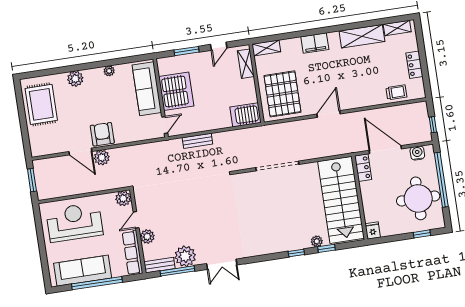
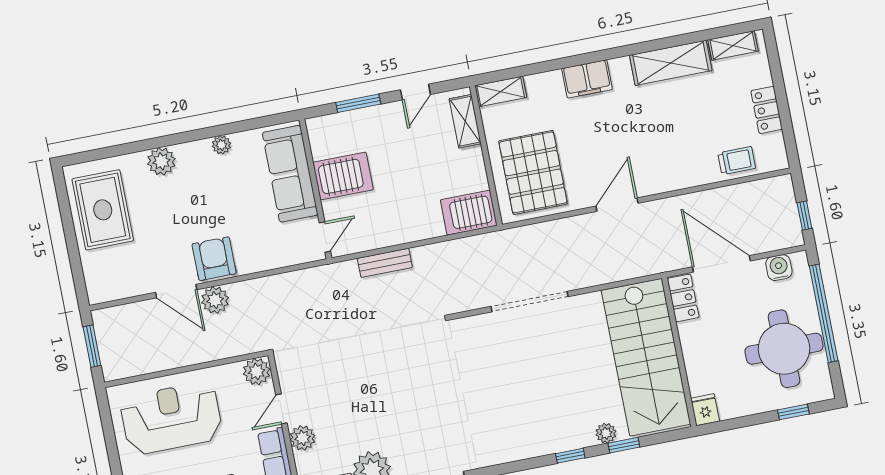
server rack: (176, 91) -> (343, 176), width x0.62

